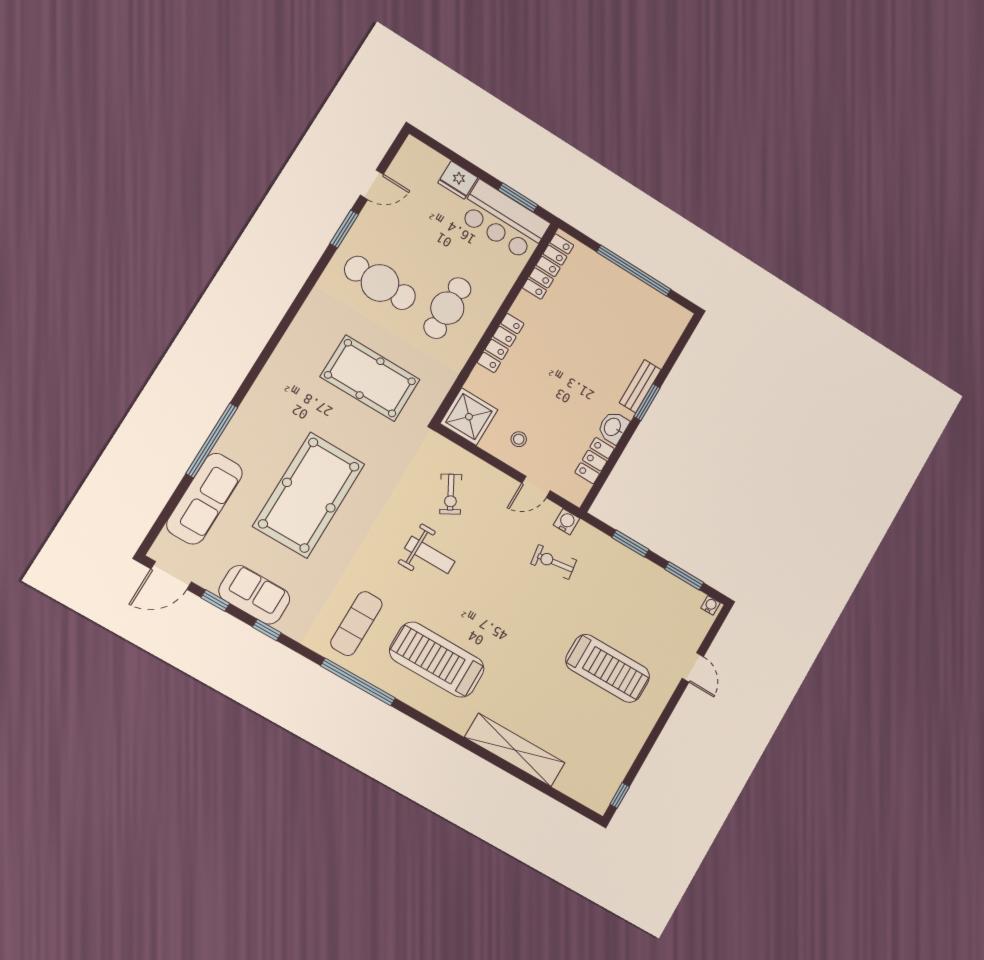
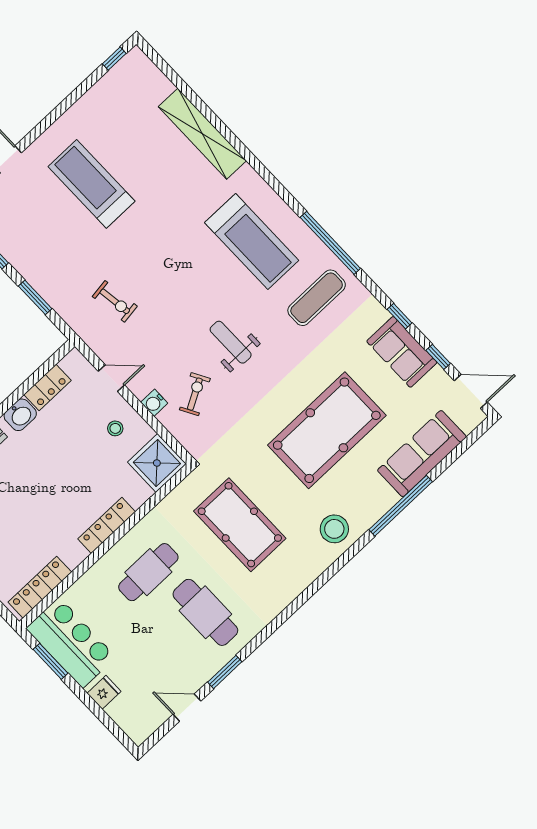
fridge: (458, 180) -> (104, 692), width x0.72
stool: (273, 399) -> (334, 529), added
water cooler: (567, 522) -> (154, 403), moved

